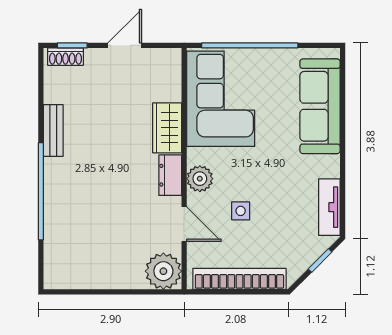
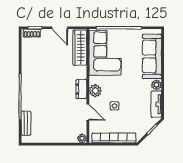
door: (125, 45) -> (60, 28), swing flipped
wardrobe: (167, 128) -> (80, 48), moved, width x1.50
bench: (53, 130) -> (26, 123), moved
plant: (329, 166) -> (156, 85), added
plant: (163, 271) -> (82, 138), width x0.53, depth x0.53

